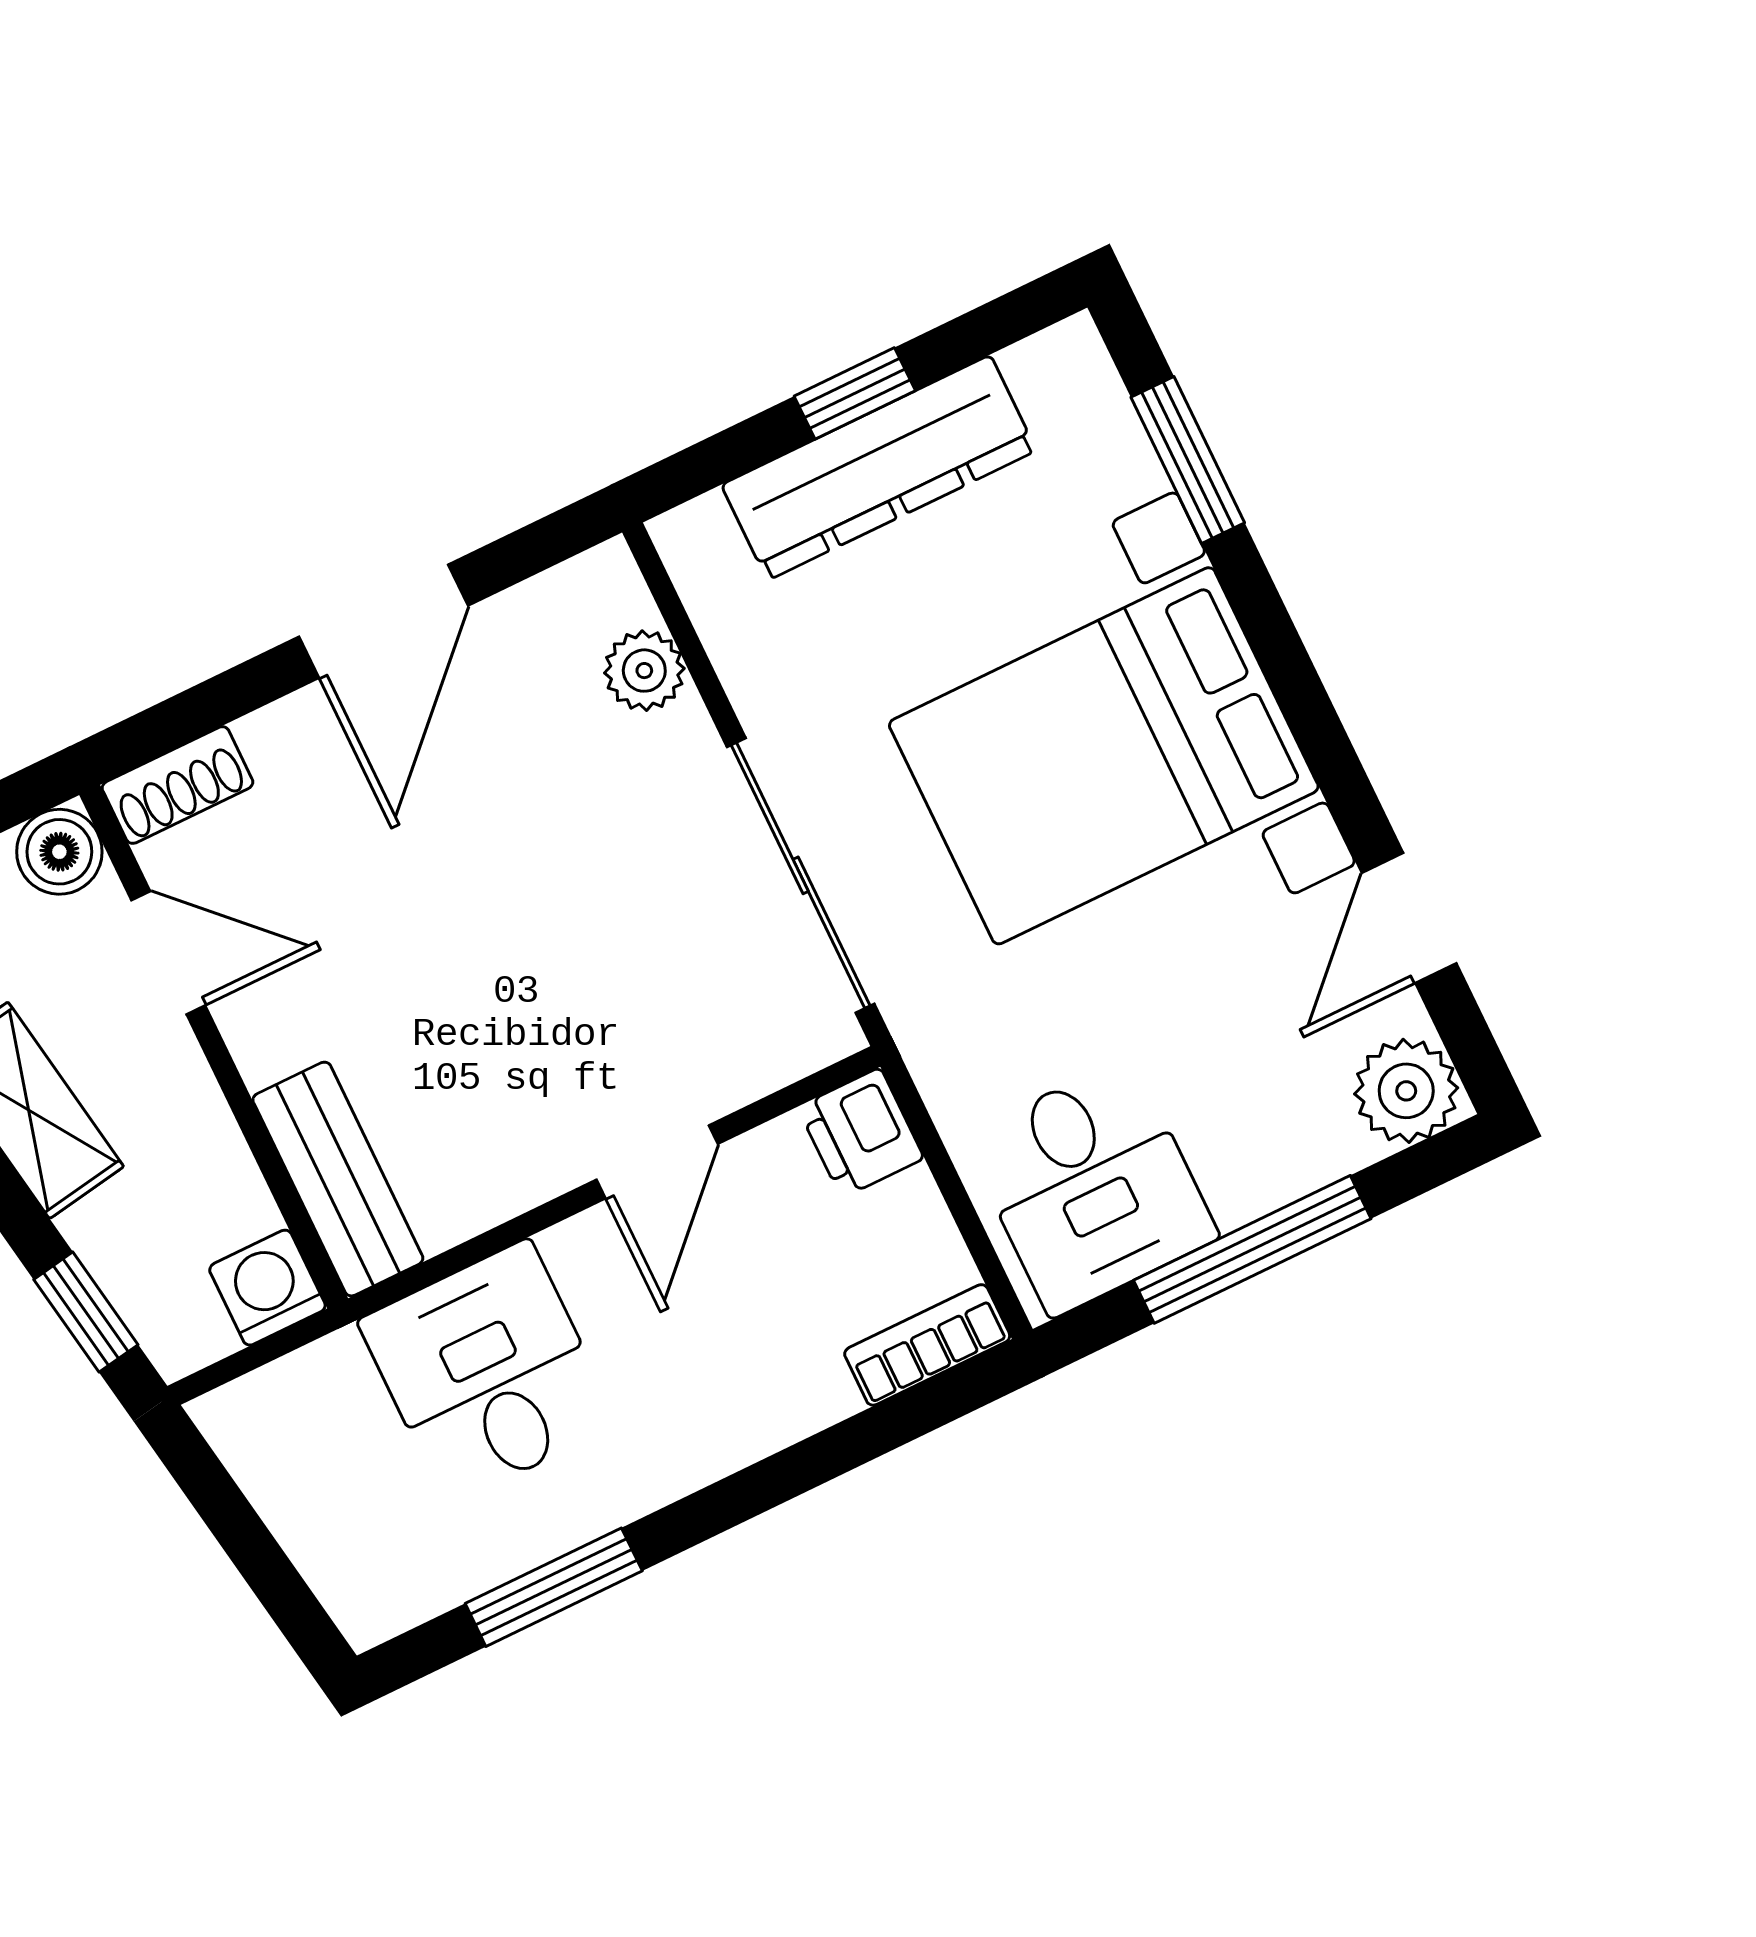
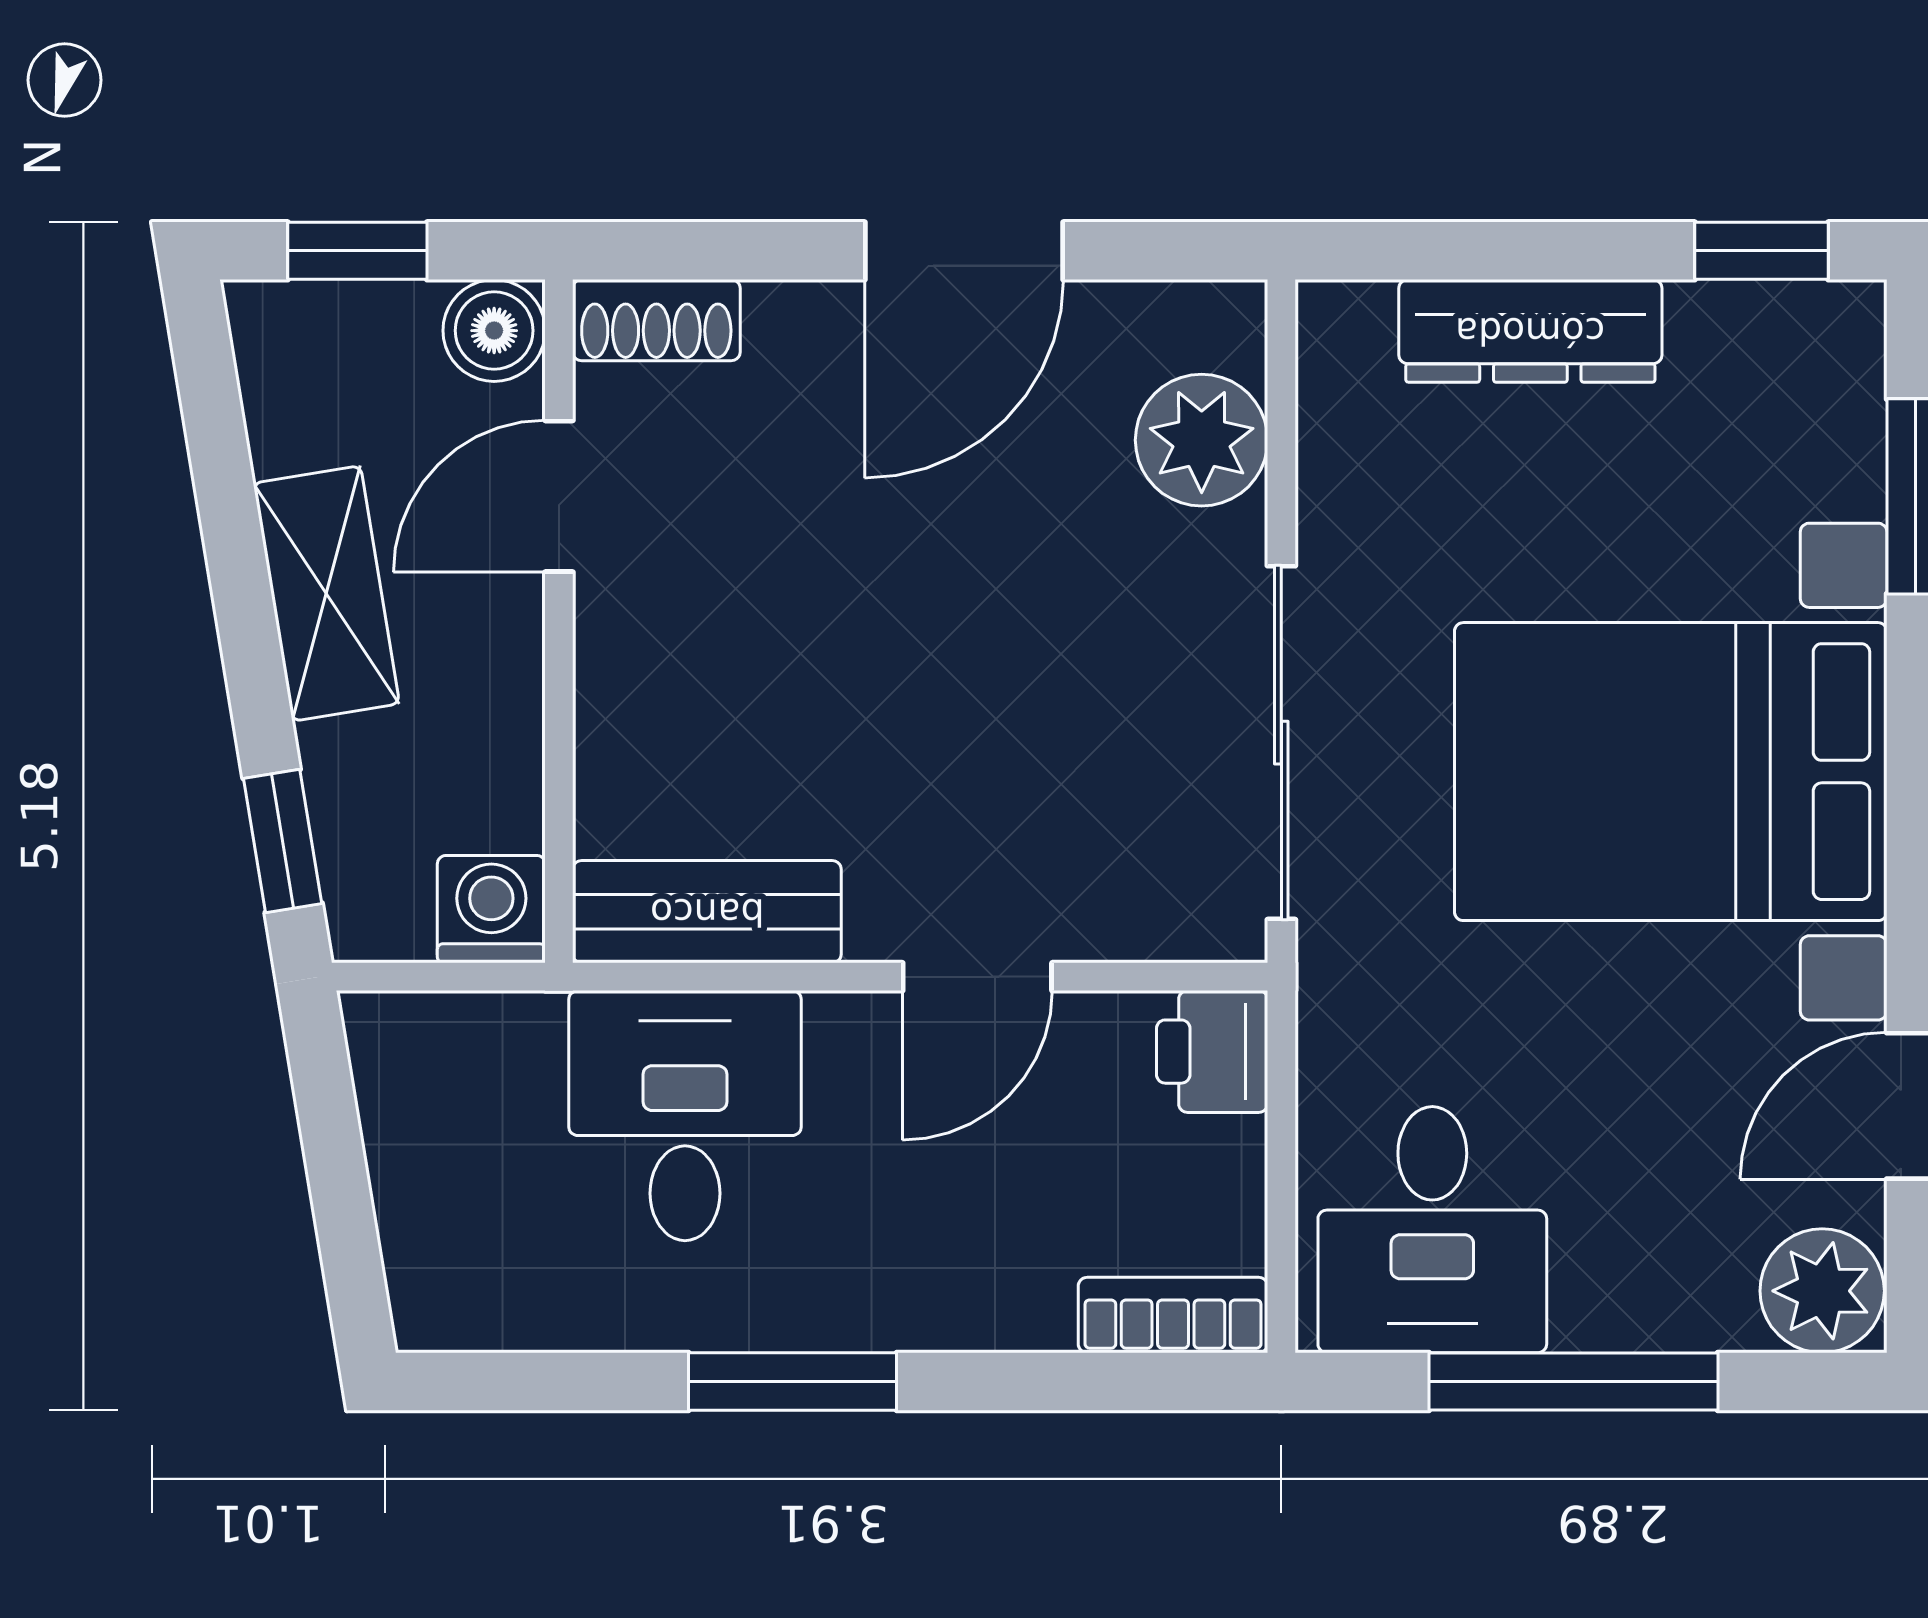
window: (855, 393) -> (1761, 251), moved
dresser: (879, 468) -> (1530, 331), width x0.73, depth x0.80
plant: (644, 671) -> (1202, 440), width x1.38, depth x1.38
door: (168, 953) -> (559, 496), swing flipped
bench: (338, 1179) -> (707, 912), moved, turned 90
window: (554, 1587) -> (793, 1382), moved

